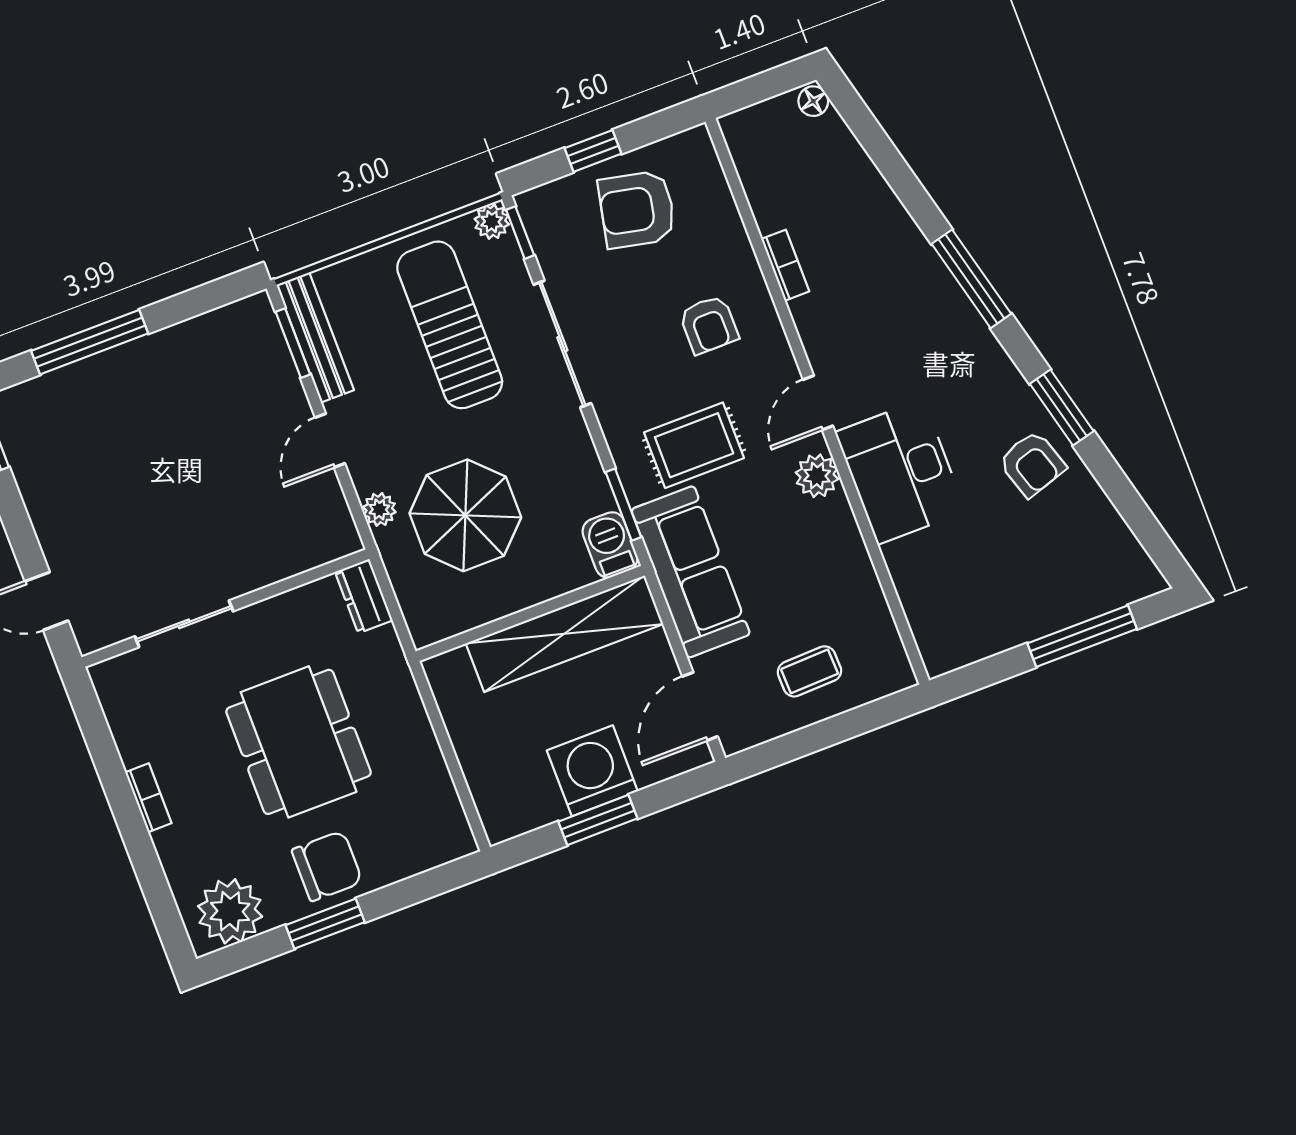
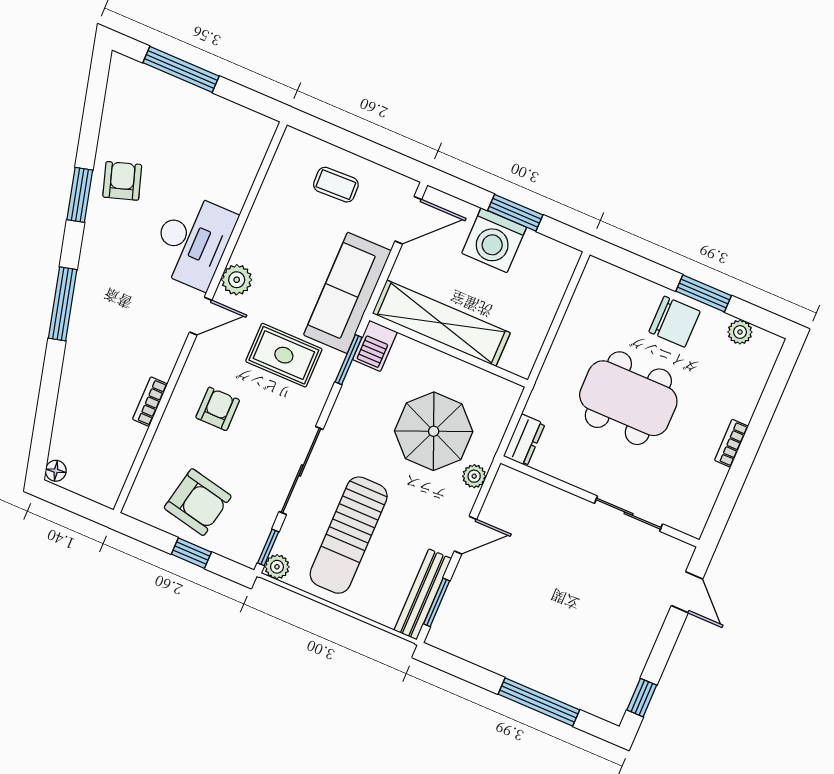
dining table: (299, 742) -> (628, 398), turned 90
chair: (327, 866) -> (674, 322), turned 180
plant: (230, 911) -> (740, 332), width x0.53, depth x0.53

